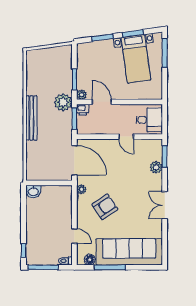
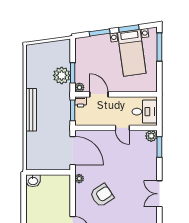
plant: (63, 102) -> (62, 75), moved
plant: (156, 167) -> (151, 136), moved

